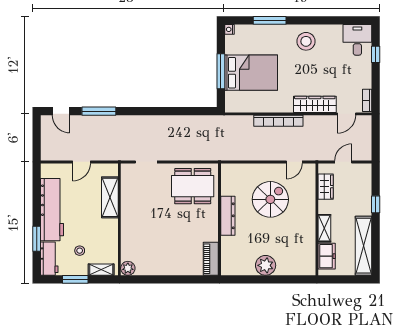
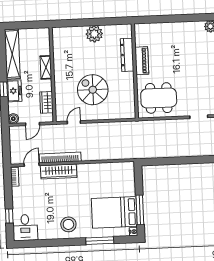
window: (221, 71) -> (140, 210), moved
bed: (251, 73) -> (114, 212), moved
bookcase: (278, 121) -> (60, 158), moved
boiler: (366, 169) -> (13, 119), added
spiral stairs: (270, 199) -> (93, 90), turned 90
dresser: (228, 216) -> (127, 55), moved
freezer: (327, 256) -> (14, 91), moved, turned 180
piano: (211, 259) -> (142, 61), moved

